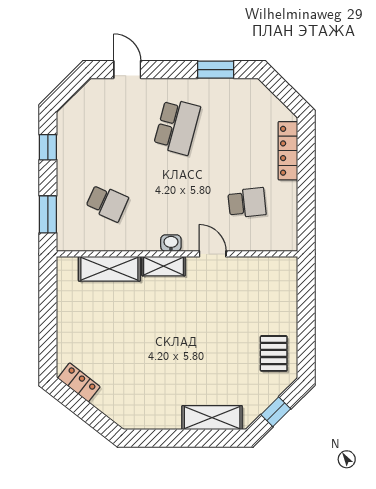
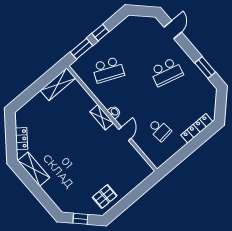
window: (48, 147) -> (100, 33), moved
school desk: (107, 203) -> (108, 70), width x1.85
shelving: (109, 269) -> (58, 84), moved, turned 90
locker: (79, 382) -> (21, 139), moved
shelving: (212, 418) -> (34, 169), moved

